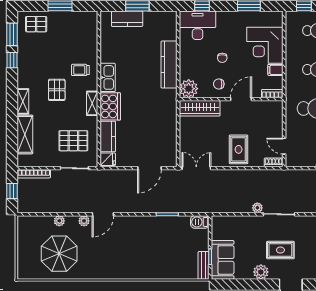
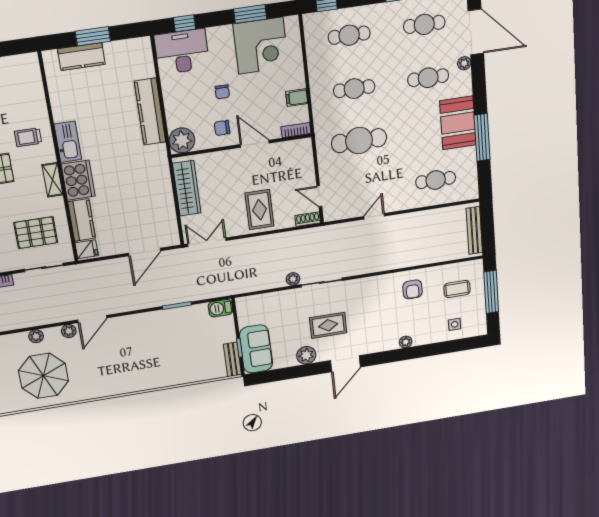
corner desk: (265, 45) -> (261, 46), moved, turned -90
door: (241, 99) -> (255, 144), hinge flipped
wardrobe: (200, 108) -> (187, 188), moved, turned -90

